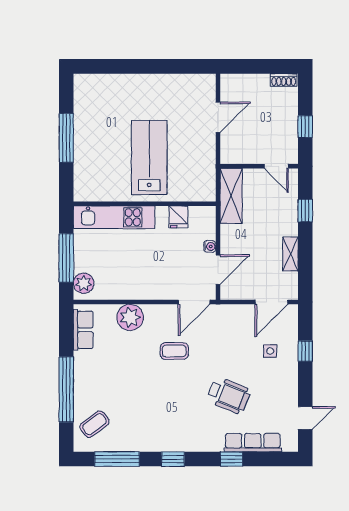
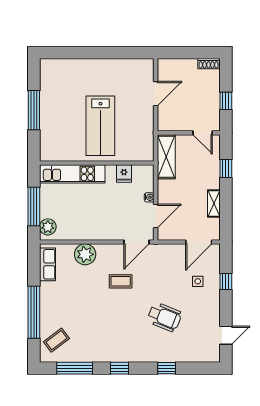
lab bench: (149, 157) -> (100, 126), turned 180
row of seats: (253, 443) -> (184, 355), removed

